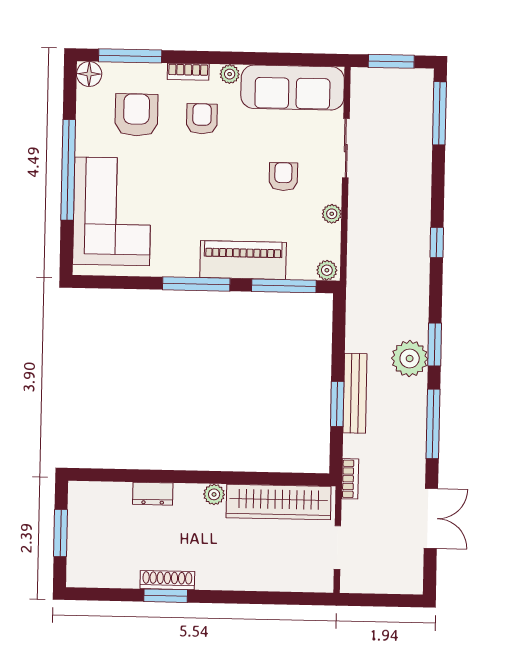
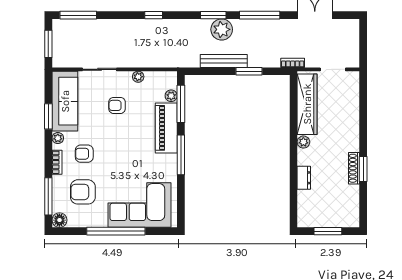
window: (267, 59) -> (48, 116), added
plant: (327, 270) -> (171, 96), moved
bench: (355, 393) -> (224, 61), moved

